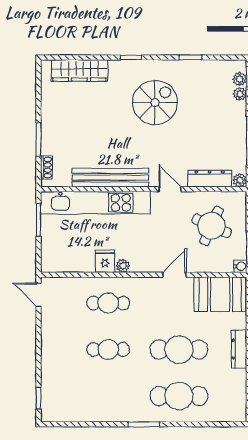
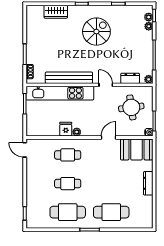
wardrobe: (79, 70) -> (56, 12), width x0.67
dresser: (210, 179) -> (130, 78), width x0.70
round table: (212, 226) -> (131, 107), turned -32
cafe table: (179, 350) -> (68, 212), moved

